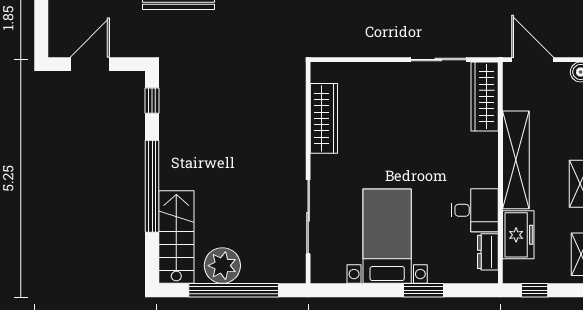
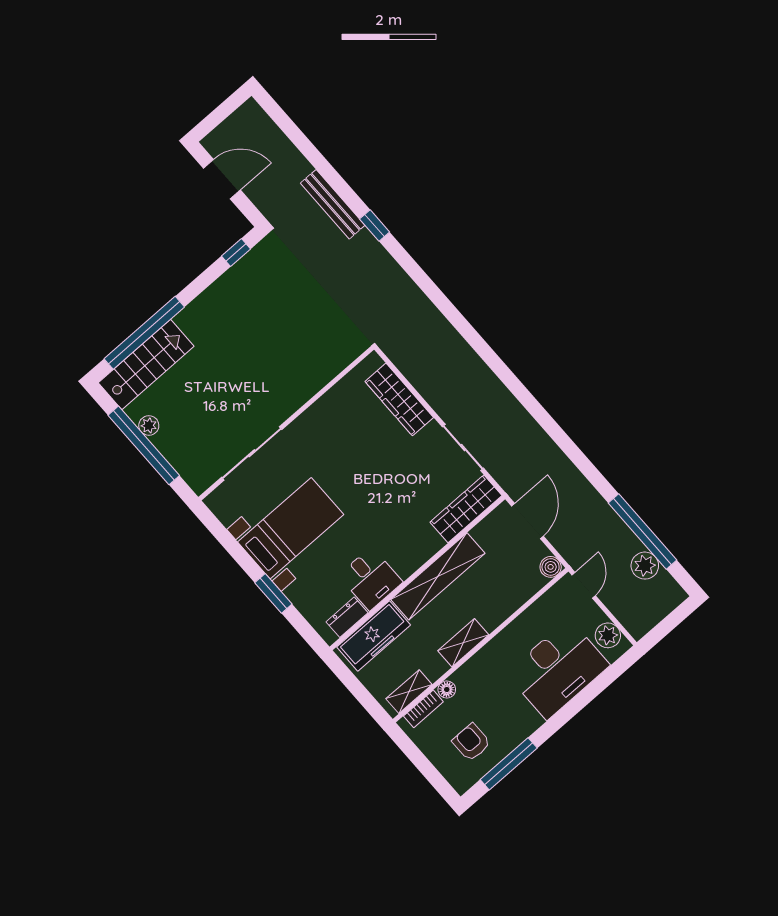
wardrobe: (324, 118) -> (399, 399), moved, turned 90
window: (152, 186) -> (144, 333), moved
freezer: (518, 235) -> (374, 636), width x1.40
plant: (222, 266) -> (149, 425), width x0.53, depth x0.53
window: (535, 290) -> (349, 680), removed

